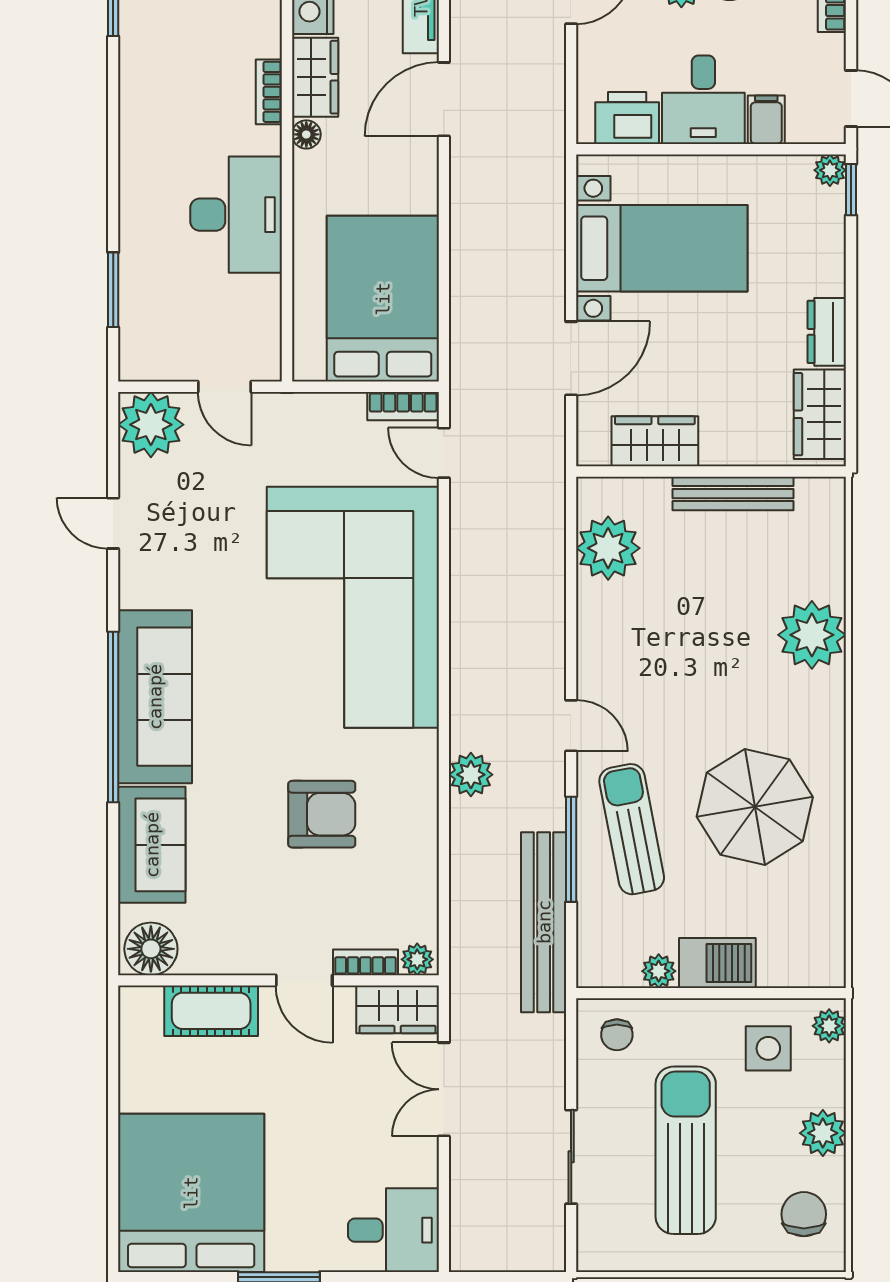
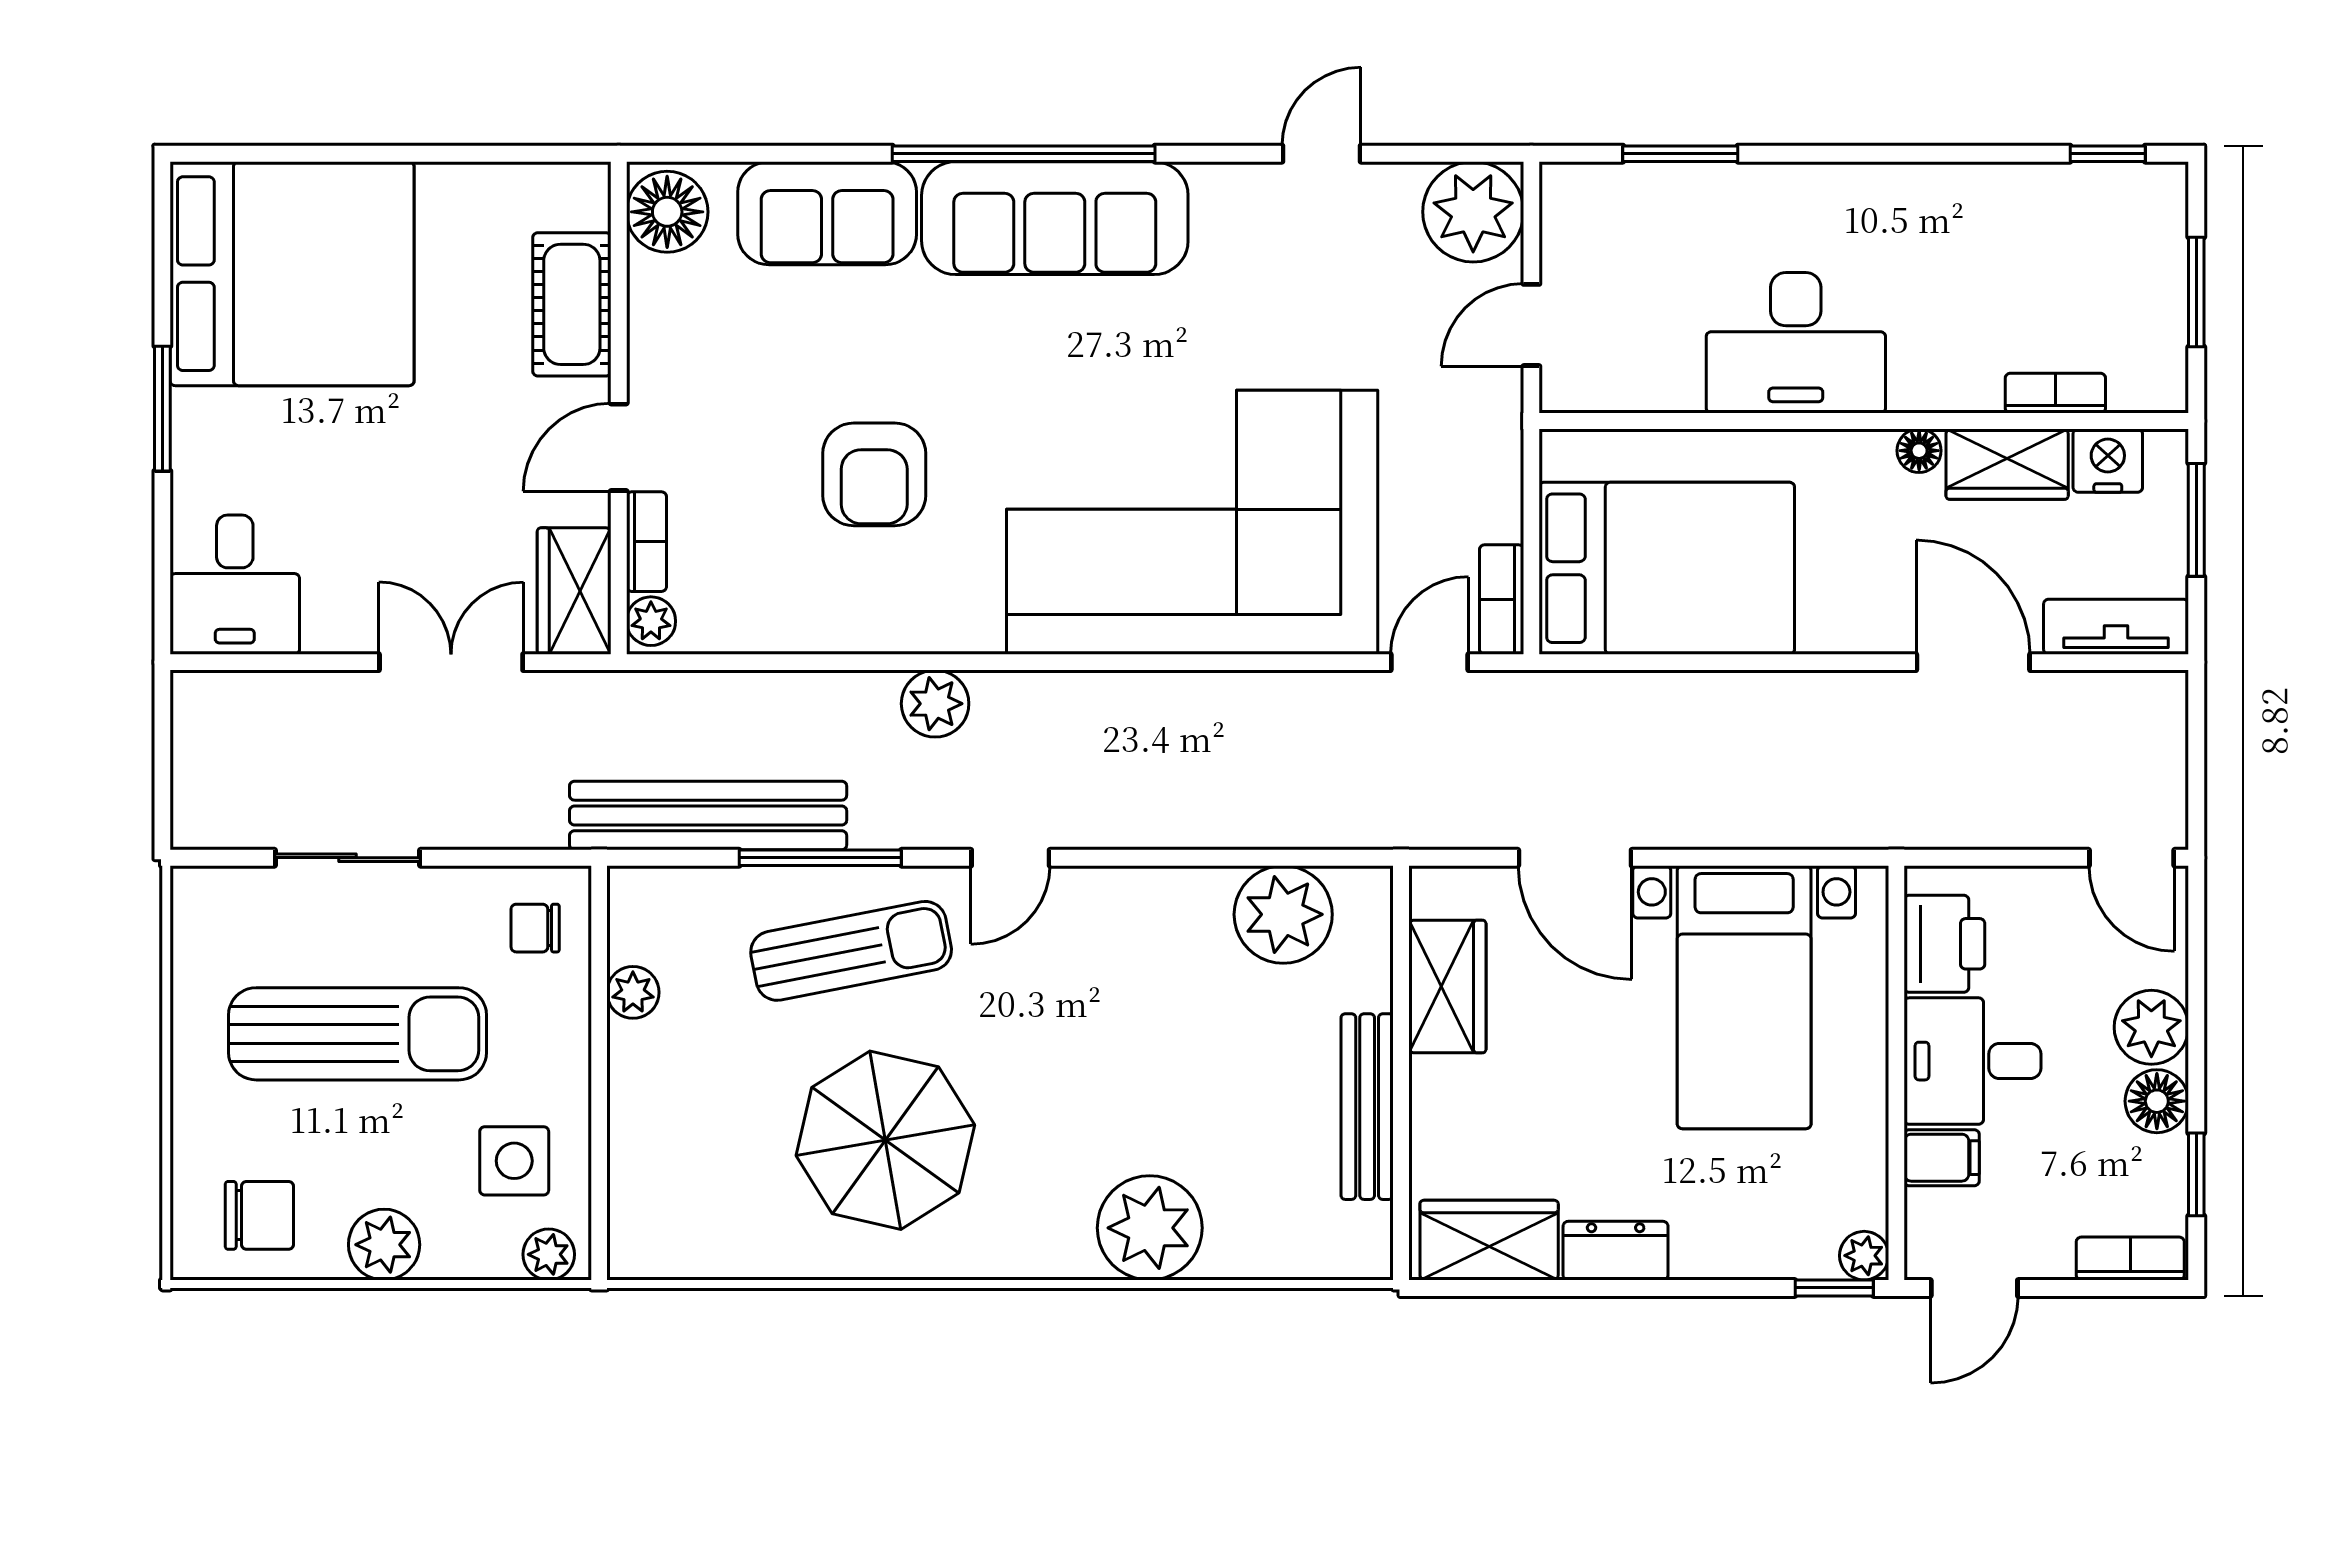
bookcase: (269, 92) -> (2055, 393), moved
barbecue: (717, 963) -> (645, 1083), removed

